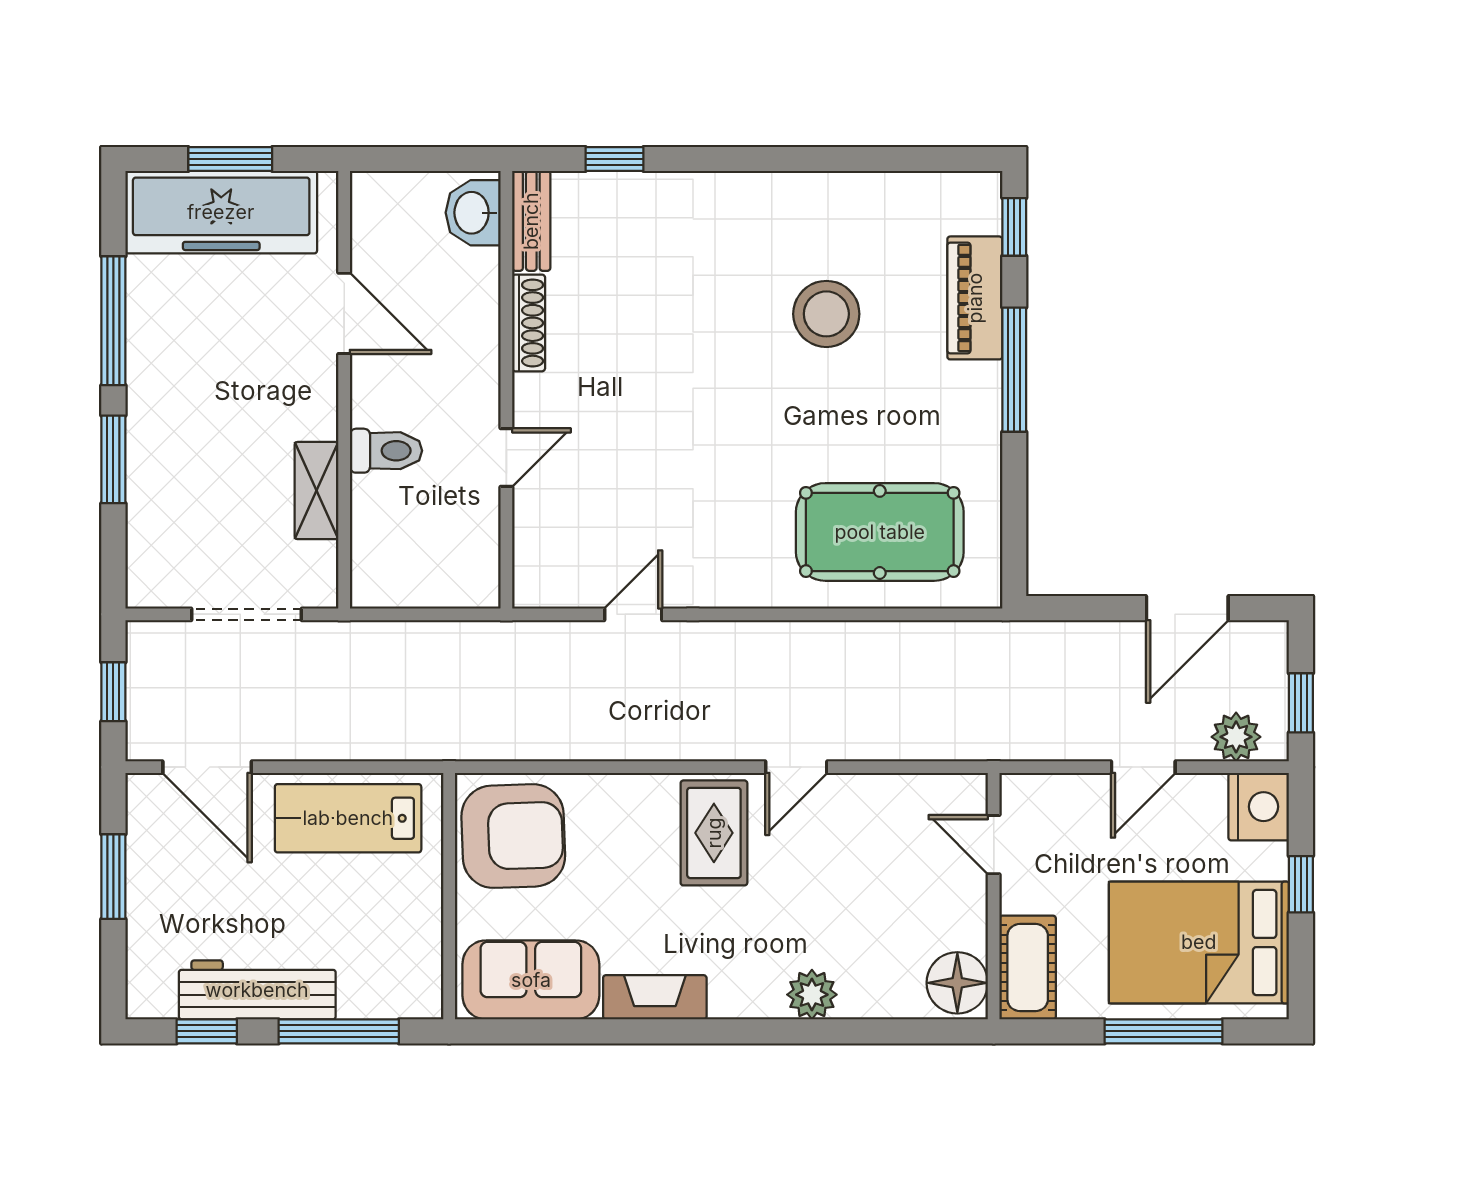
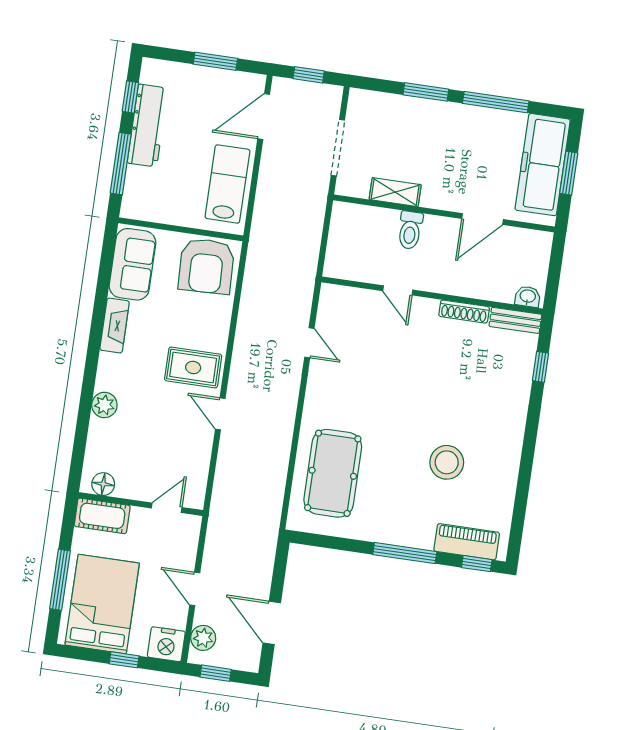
washbasin: (473, 213) -> (528, 297), width x0.72, depth x0.69
piano: (975, 298) -> (467, 542), moved
floor lamp: (957, 983) -> (103, 484), width x0.73, depth x0.73

